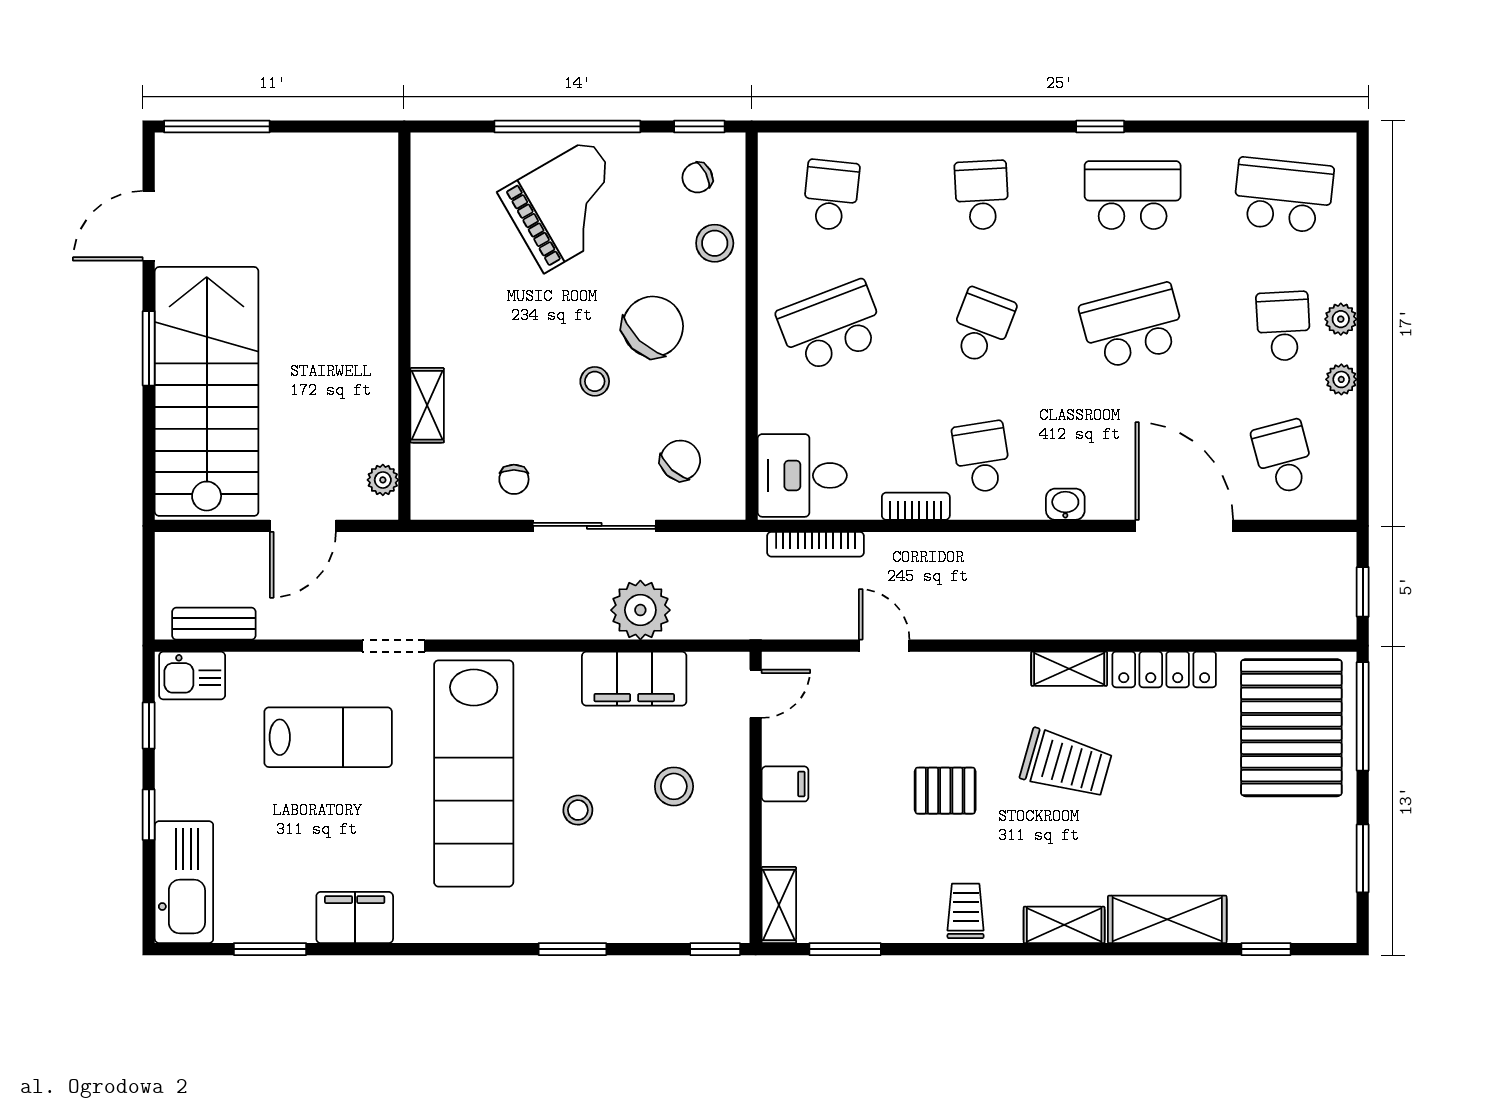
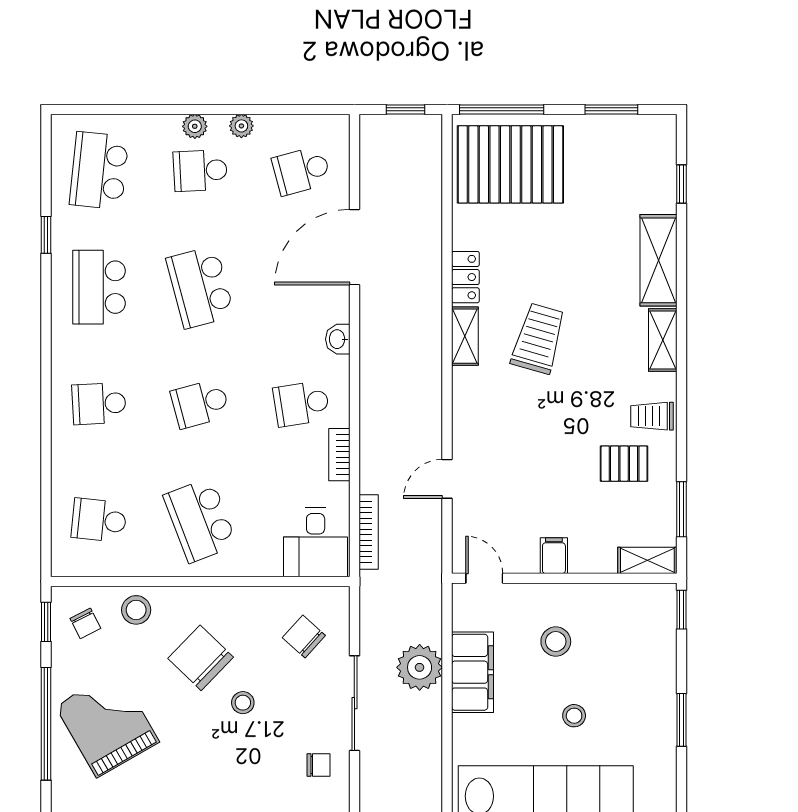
window: (1100, 126) -> (46, 235), moved
school desk: (982, 326) -> (200, 404), turned -36
locker: (1164, 669) -> (465, 277), width x0.66
pallet: (945, 791) -> (624, 464), moved, turned 90

